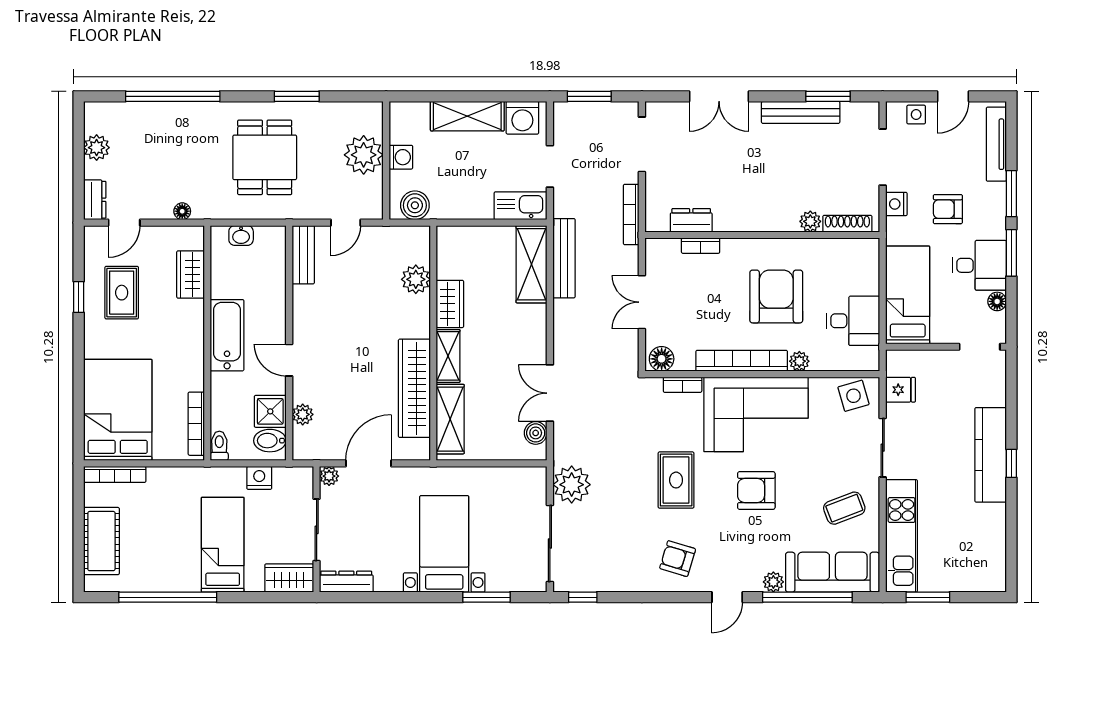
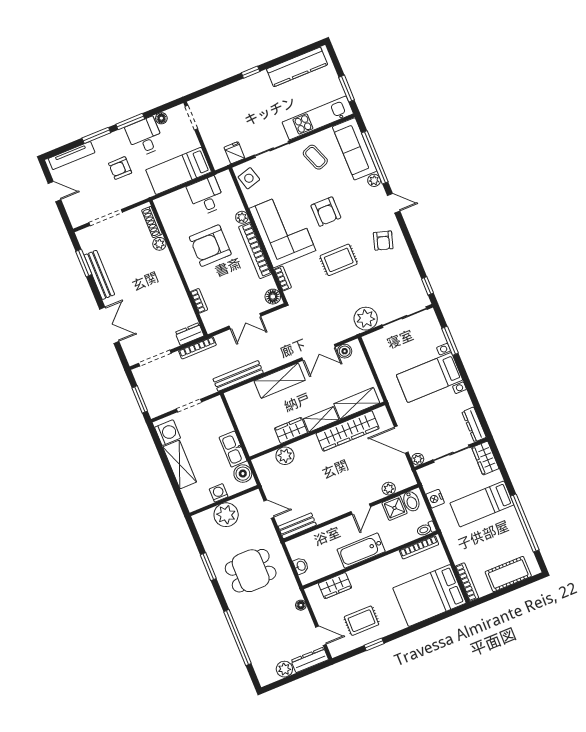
side table: (916, 115) -> (73, 208), removed
dresser: (95, 200) -> (310, 660), width x1.44
nightstand: (896, 204) -> (129, 199), removed
kitchen sink: (521, 206) -> (233, 449), moved
armchair: (948, 209) -> (120, 168), turned 90
dresser: (691, 220) -> (190, 334), moved, turned 90
shelving: (532, 264) -> (280, 381), moved
kitchen counter: (991, 455) -> (297, 67), moved

